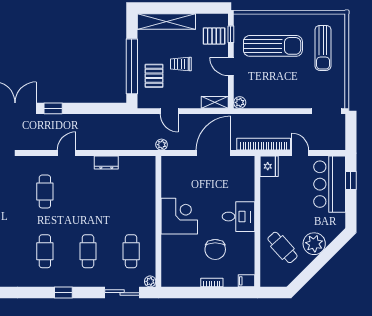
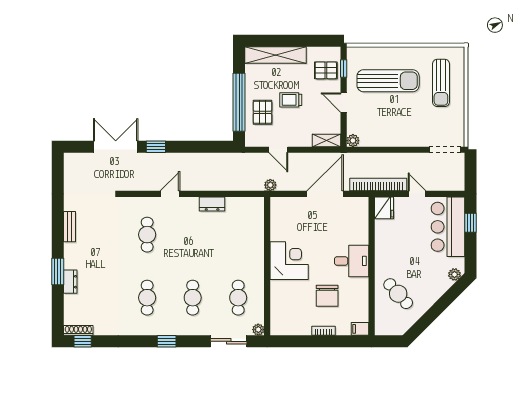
plant: (314, 244) -> (454, 274), moved, width x0.53, depth x0.53

